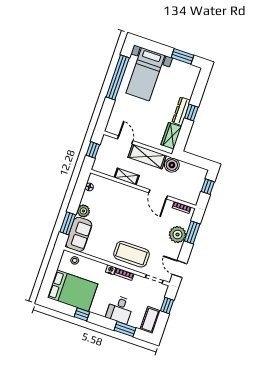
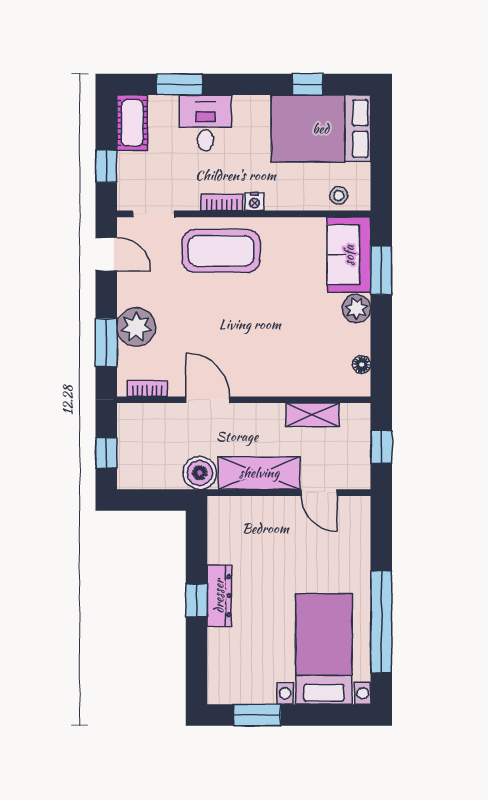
wardrobe: (171, 136) -> (223, 536), removed
shelving: (127, 176) -> (312, 415), moved
window: (82, 314) -> (307, 84), moved

